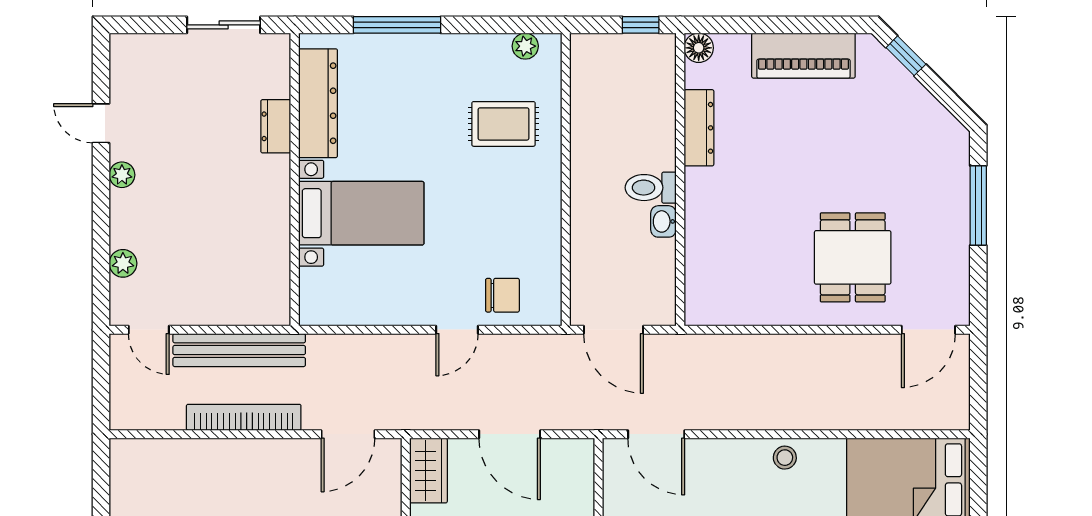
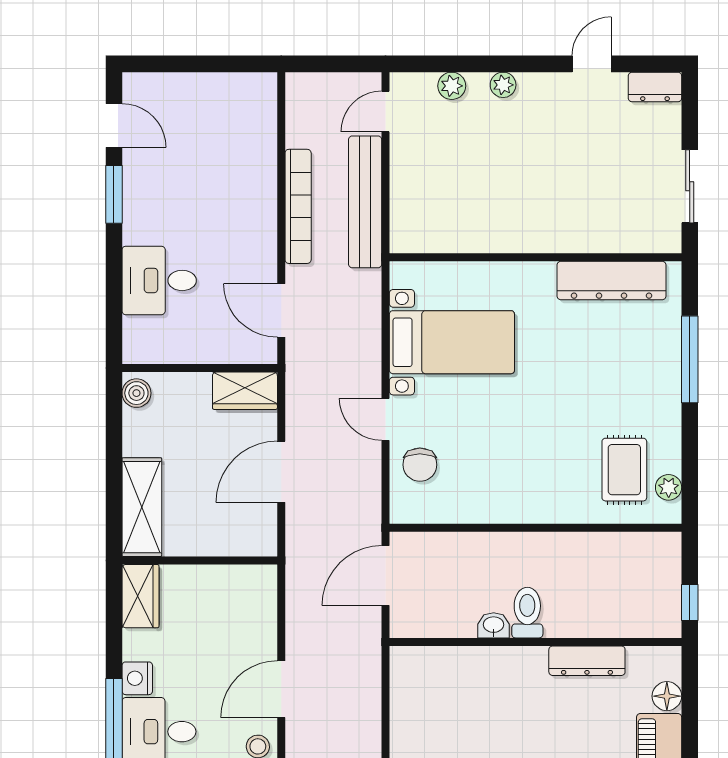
floor lamp: (699, 48) -> (667, 696), moved
rug: (503, 124) -> (624, 470), moved
dresser: (276, 126) -> (655, 87), moved, turned 180
plant: (122, 175) -> (503, 85), moved
bed with nightstands: (361, 213) -> (452, 342), moved, turned -90
door: (656, 434) -> (281, 689), moved

